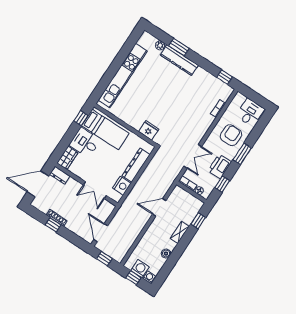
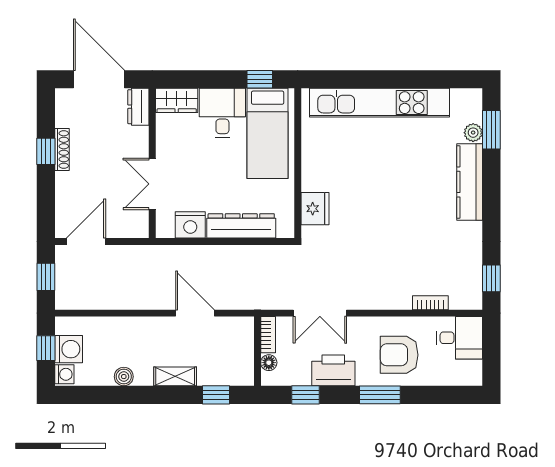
window: (179, 47) -> (491, 130), moved
desk: (250, 113) -> (459, 338), moved
armchair: (231, 135) -> (399, 355), turned 180

